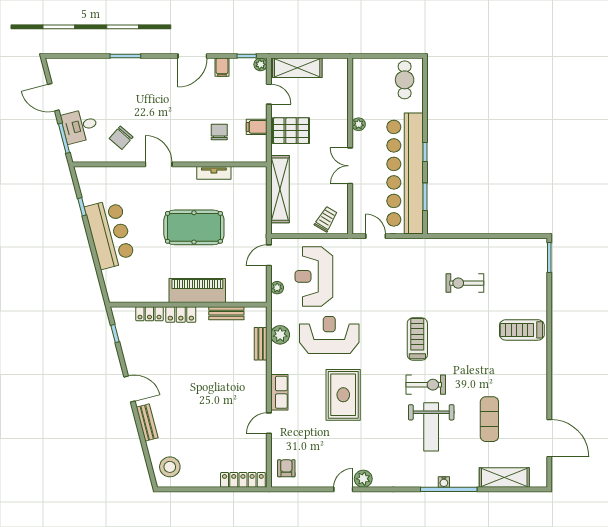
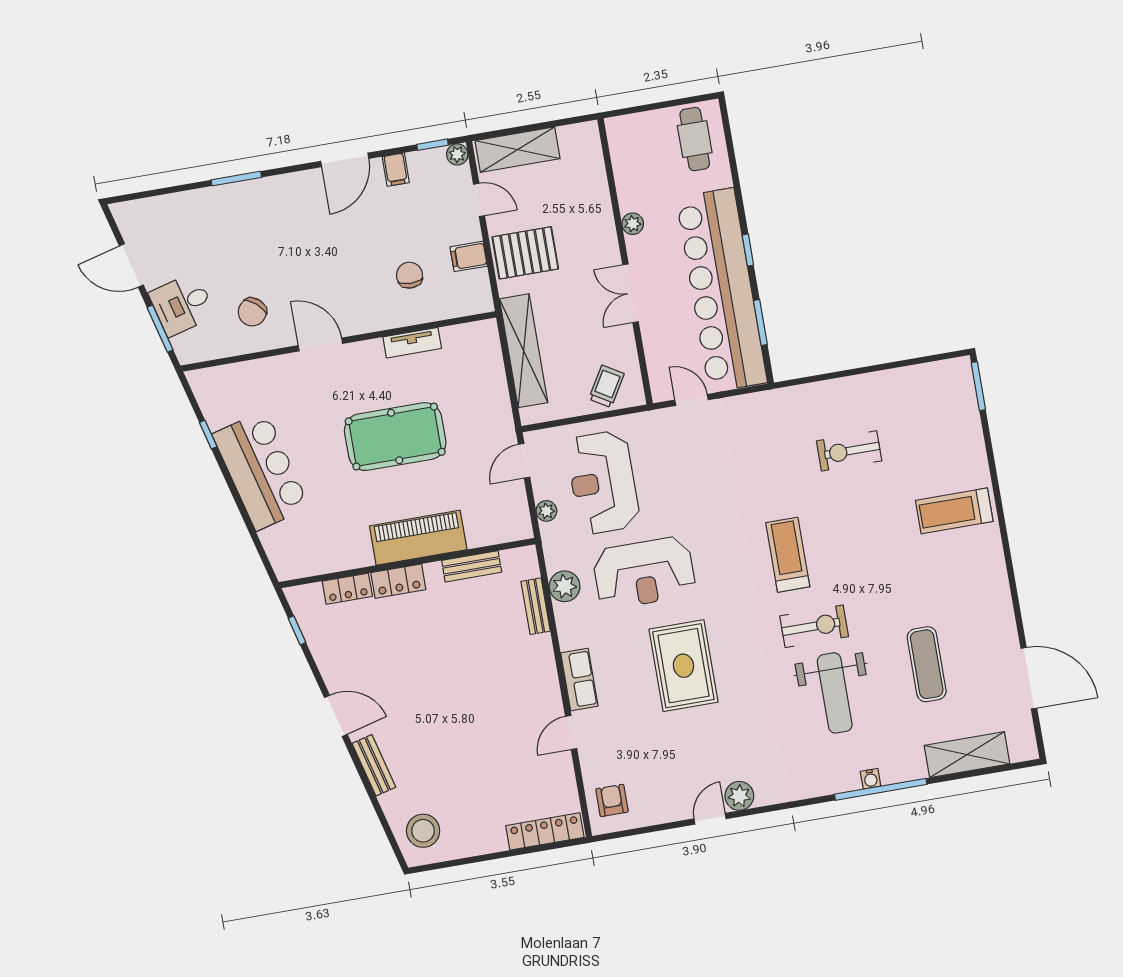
reception desk: (329, 335) -> (644, 573), turned 180

